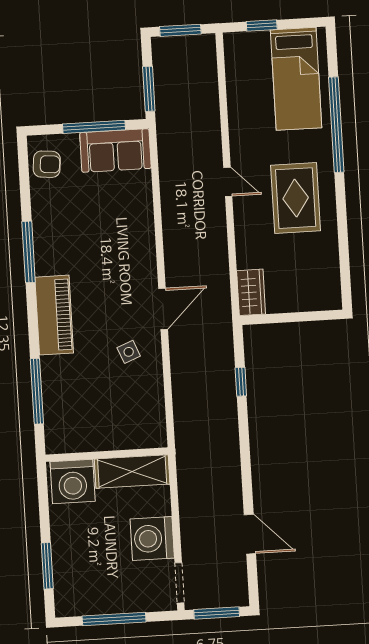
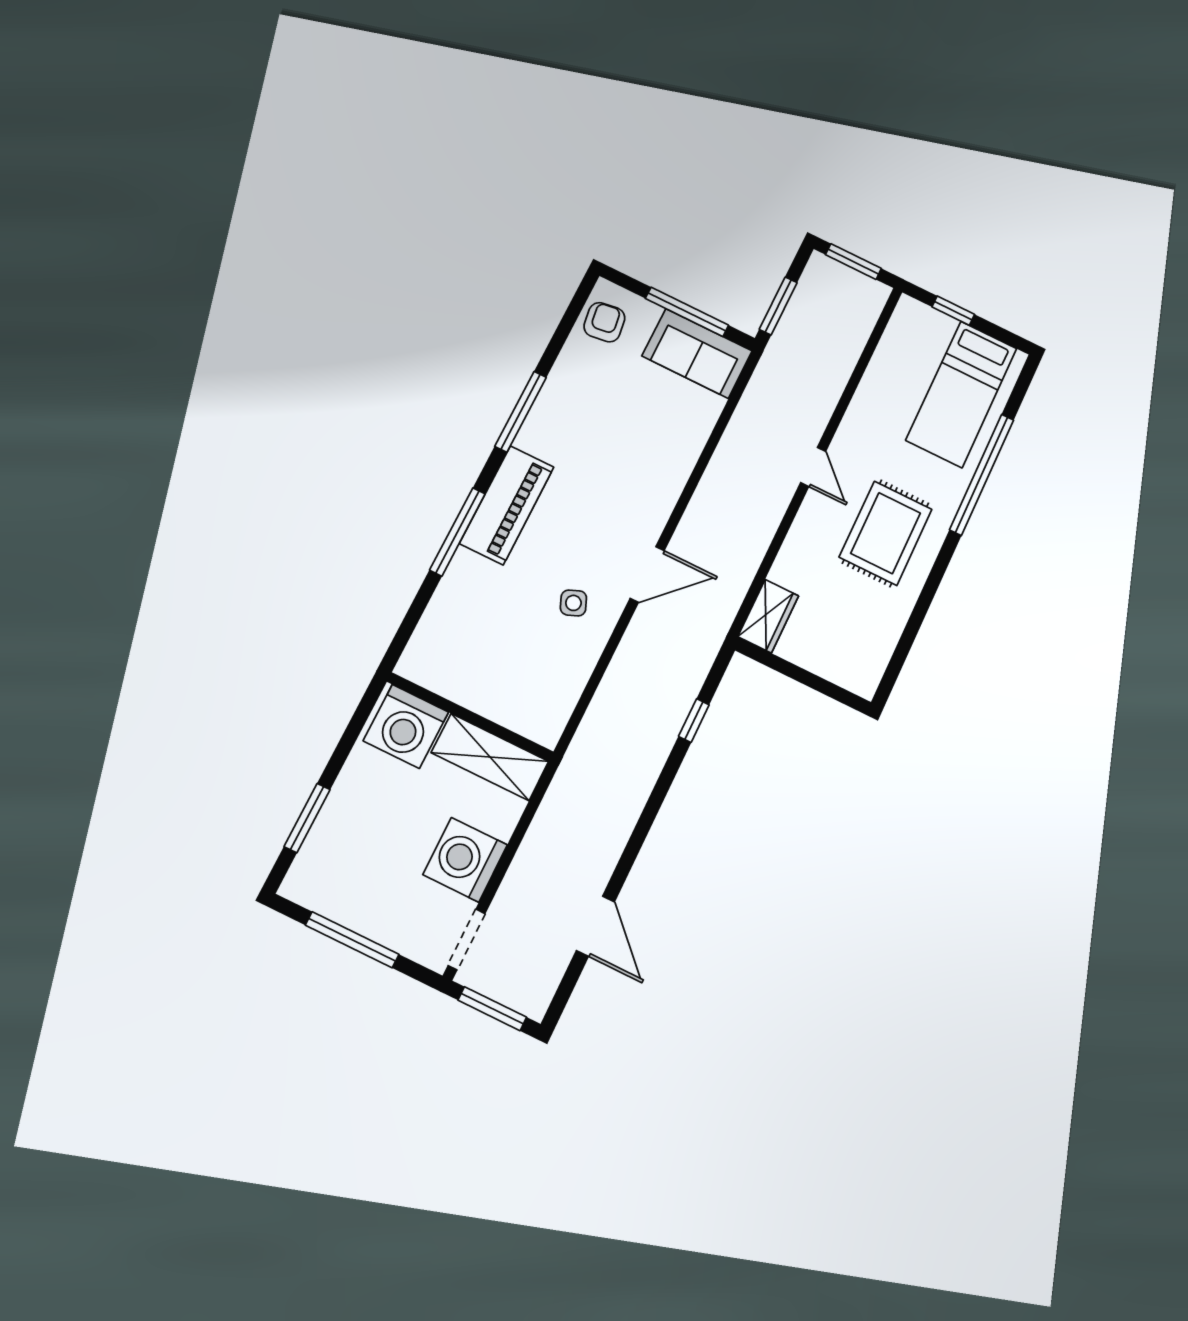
armchair: (47, 164) -> (604, 322), turned -103
window: (37, 391) -> (457, 532), moved

